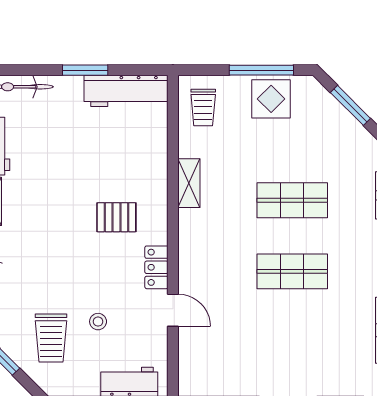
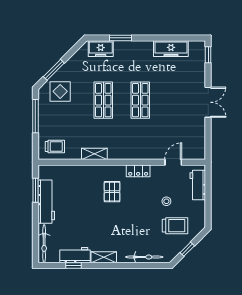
window: (85, 70) -> (35, 190), moved
workbench: (126, 91) -> (46, 202), moved
display table: (271, 99) -> (60, 91), moved
door: (173, 310) -> (173, 162), moved

